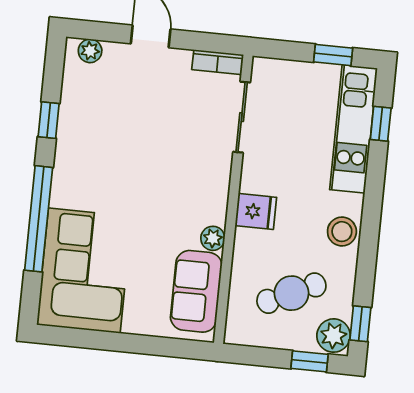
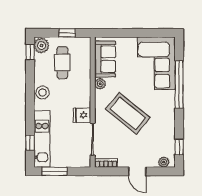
window: (333, 55) -> (54, 171), width x1.50
window: (49, 120) -> (179, 147), moved
coffee table: (159, 167) -> (128, 113), added
fridge: (256, 211) -> (82, 115), moved
cafe table: (291, 293) -> (62, 63), turned -65
window: (309, 361) -> (67, 33), moved

